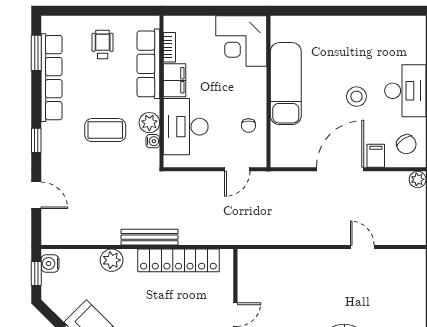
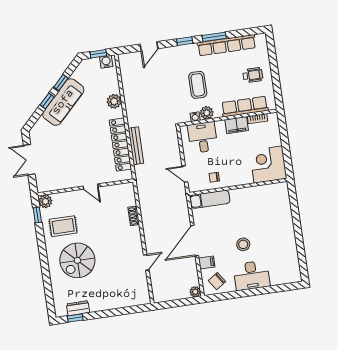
window: (36, 53) -> (214, 37), moved
exam couch: (286, 84) -> (210, 199), moved, width x0.73, depth x0.69
desk: (186, 127) -> (203, 137), width x0.73
door: (340, 169) -> (195, 241), swing flipped
bench: (150, 237) -> (136, 146), moved
shoe rack: (289, 256) -> (134, 216), added

